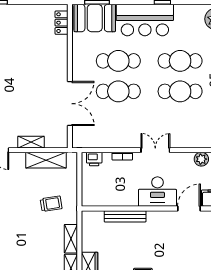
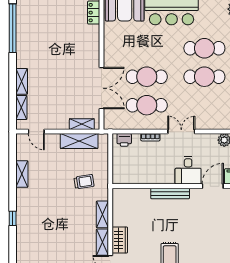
cafe table: (118, 61) -> (147, 105), moved
shelving: (31, 142) -> (82, 124), moved
desk: (157, 192) -> (188, 170), width x0.73
bench: (125, 216) -> (170, 193), moved

